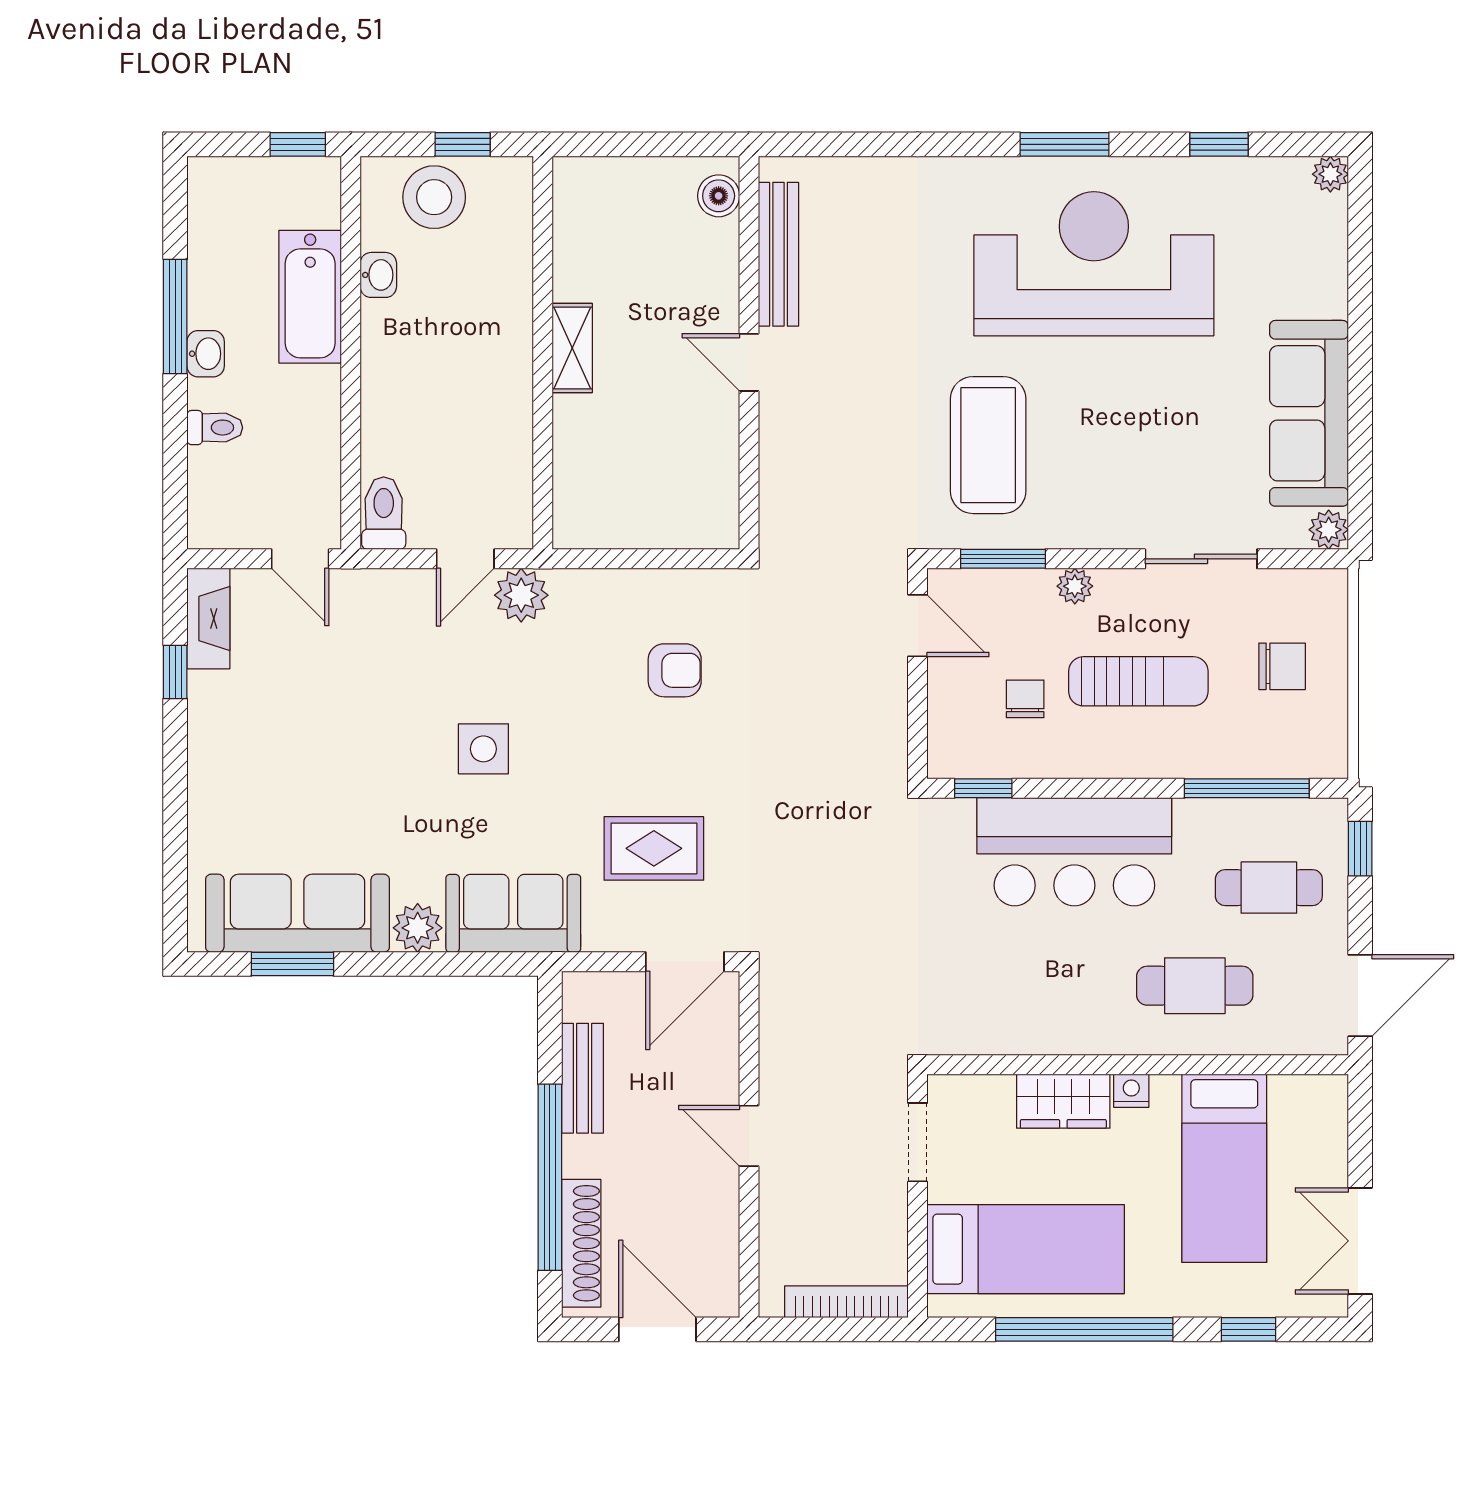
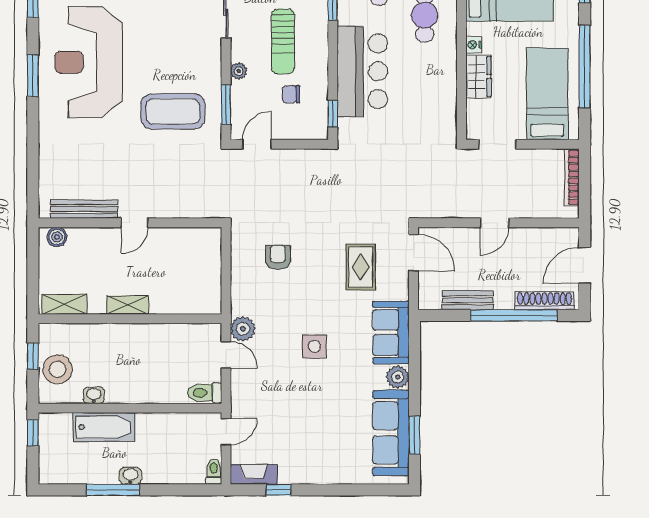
shelving: (574, 212) -> (64, 304), added
toilet: (215, 428) -> (214, 471), moved
sun lounger: (1138, 681) -> (283, 41), turned 180

